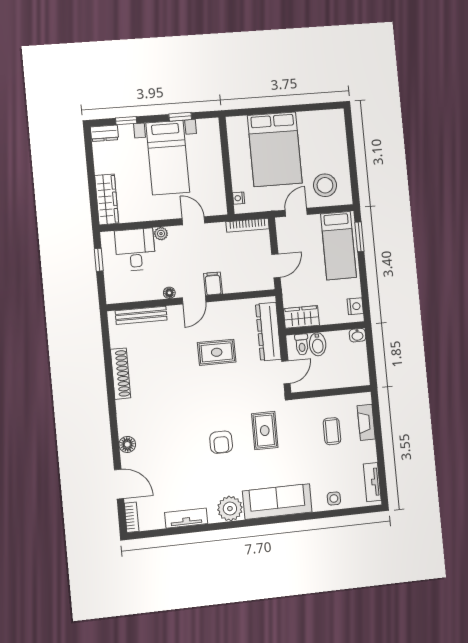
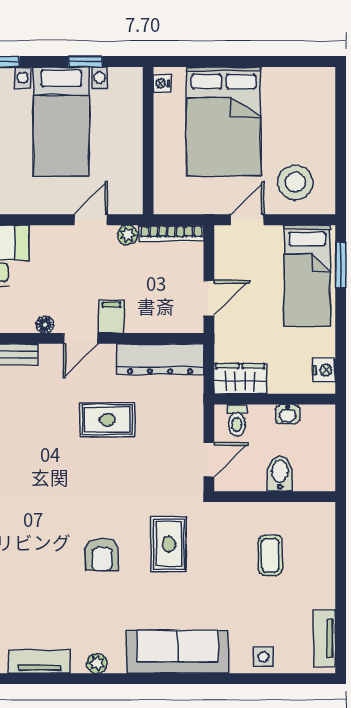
nightstand: (239, 198) -> (162, 83), moved
door: (193, 221) -> (91, 220), hinge flipped
plant: (161, 234) -> (127, 235), moved
dresser: (268, 332) -> (160, 359), moved, turned -90
washbasin: (357, 335) -> (288, 414), moved
bidet: (318, 344) -> (280, 474), moved, turned 180
fireplace: (366, 422) -> (324, 547), removed
plant: (230, 509) -> (97, 663), width x0.53, depth x0.53

